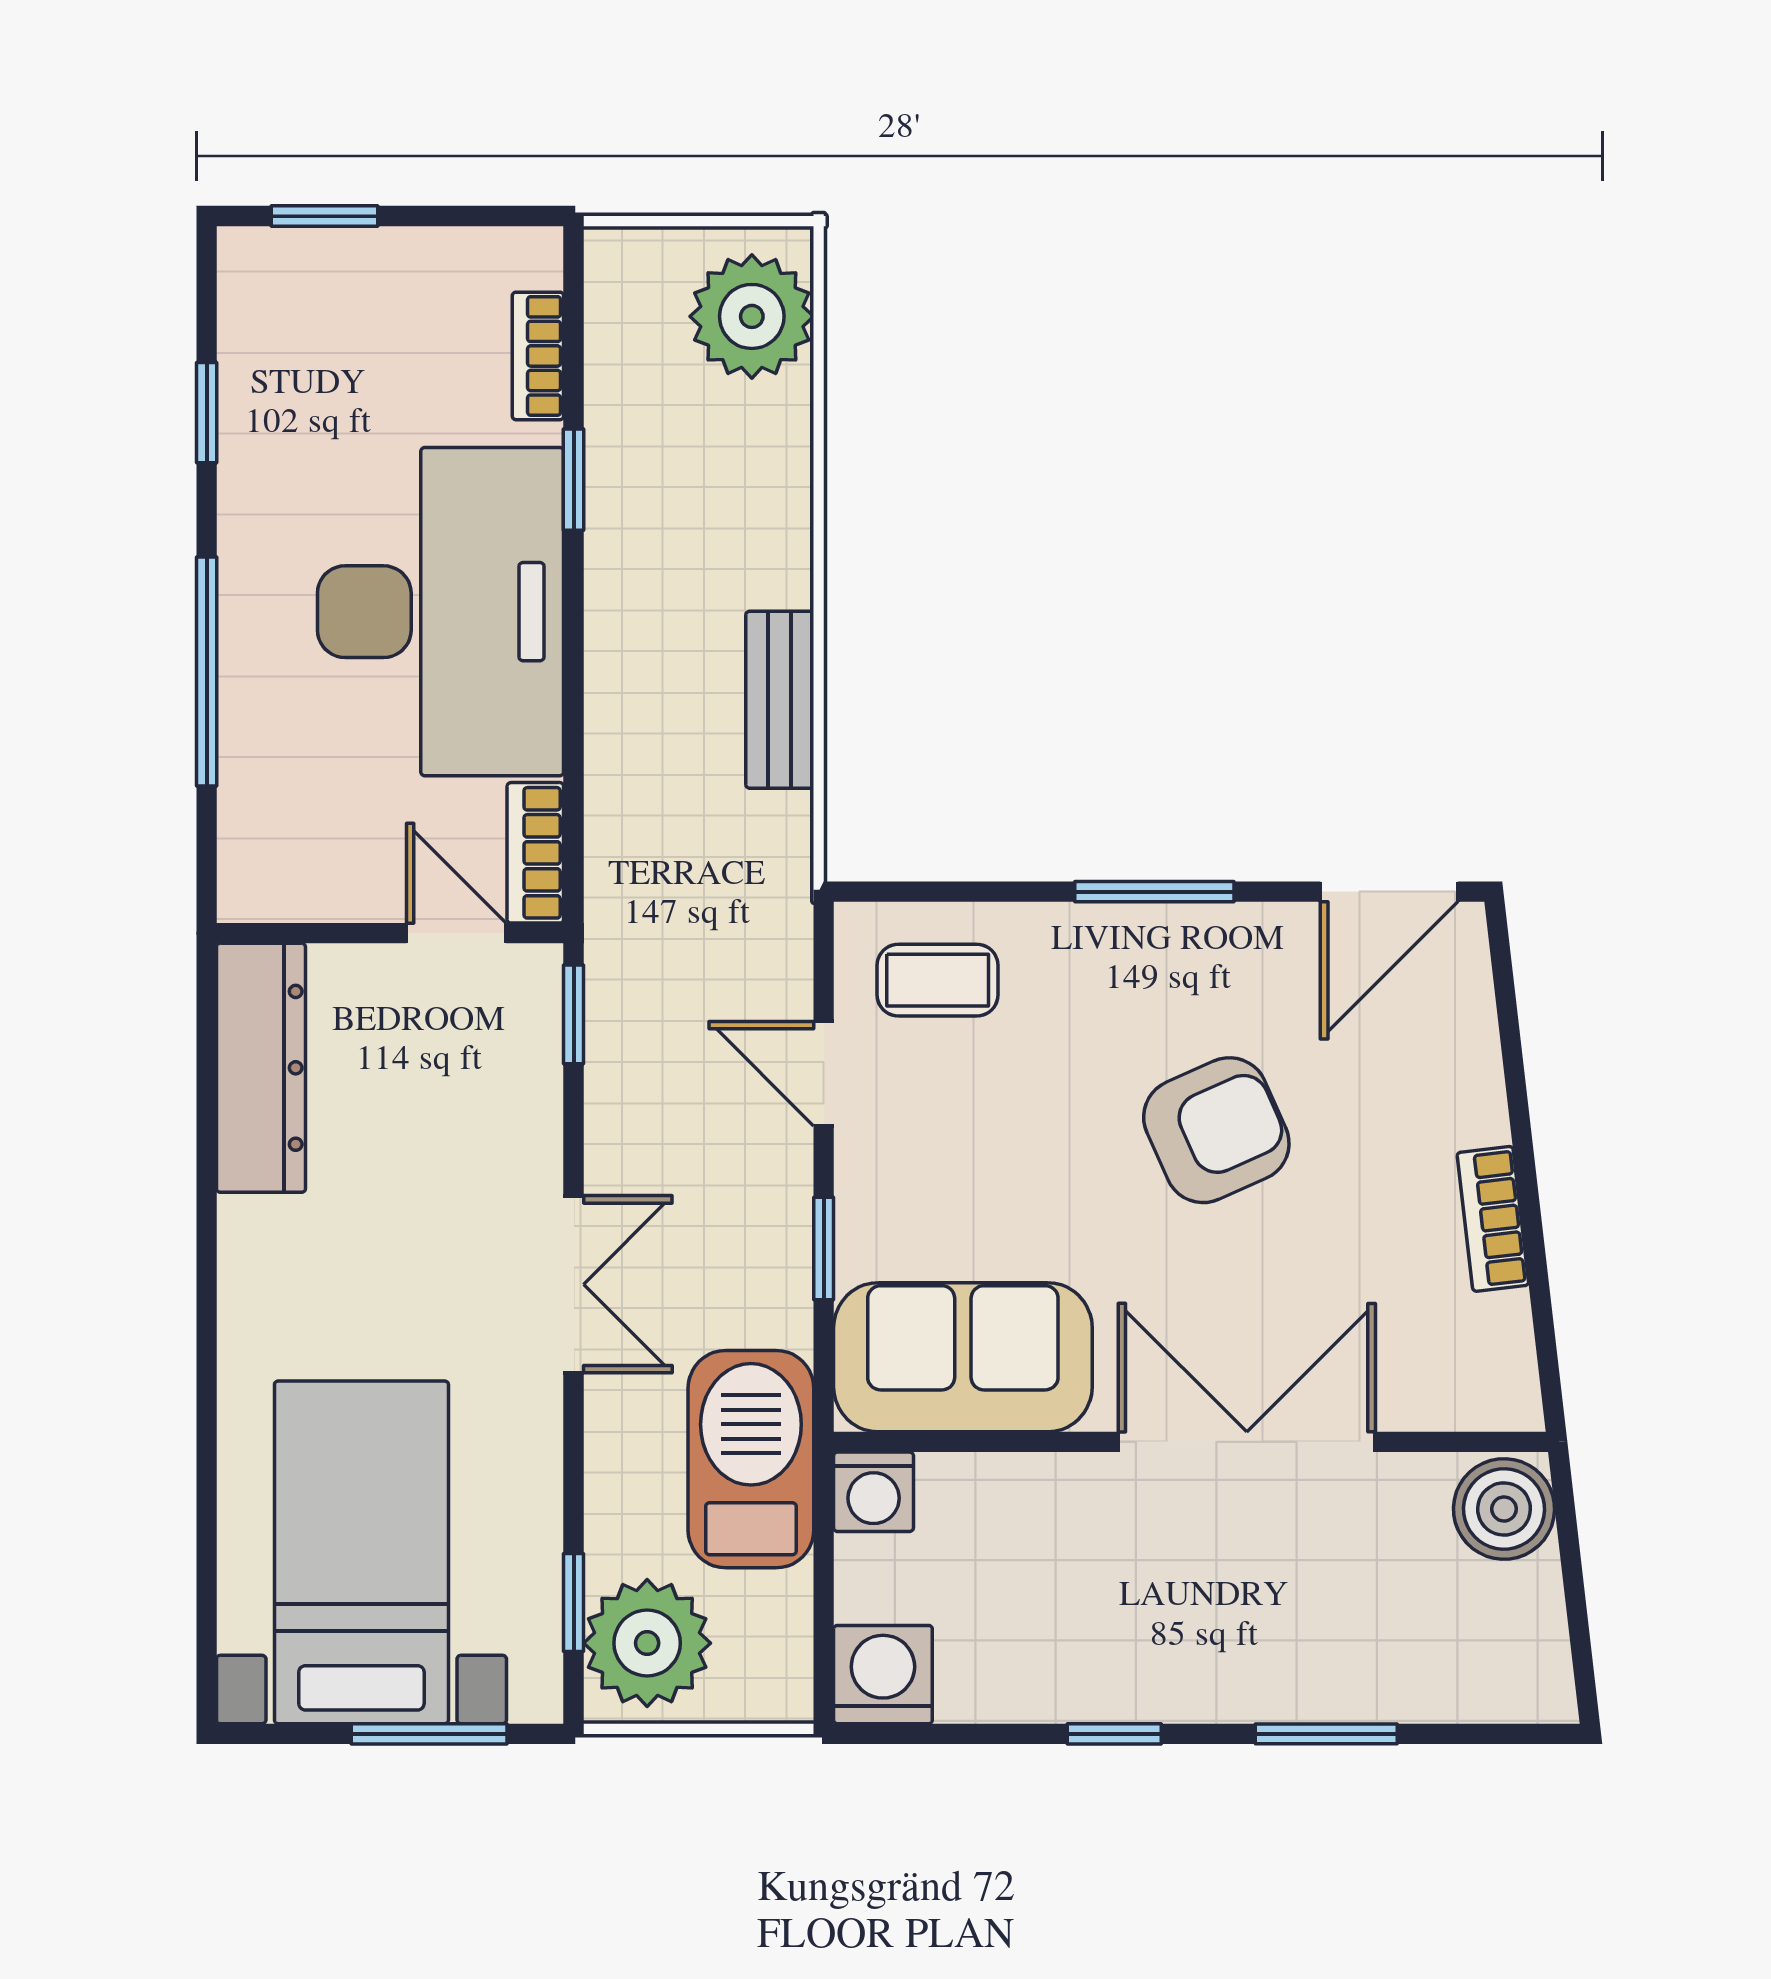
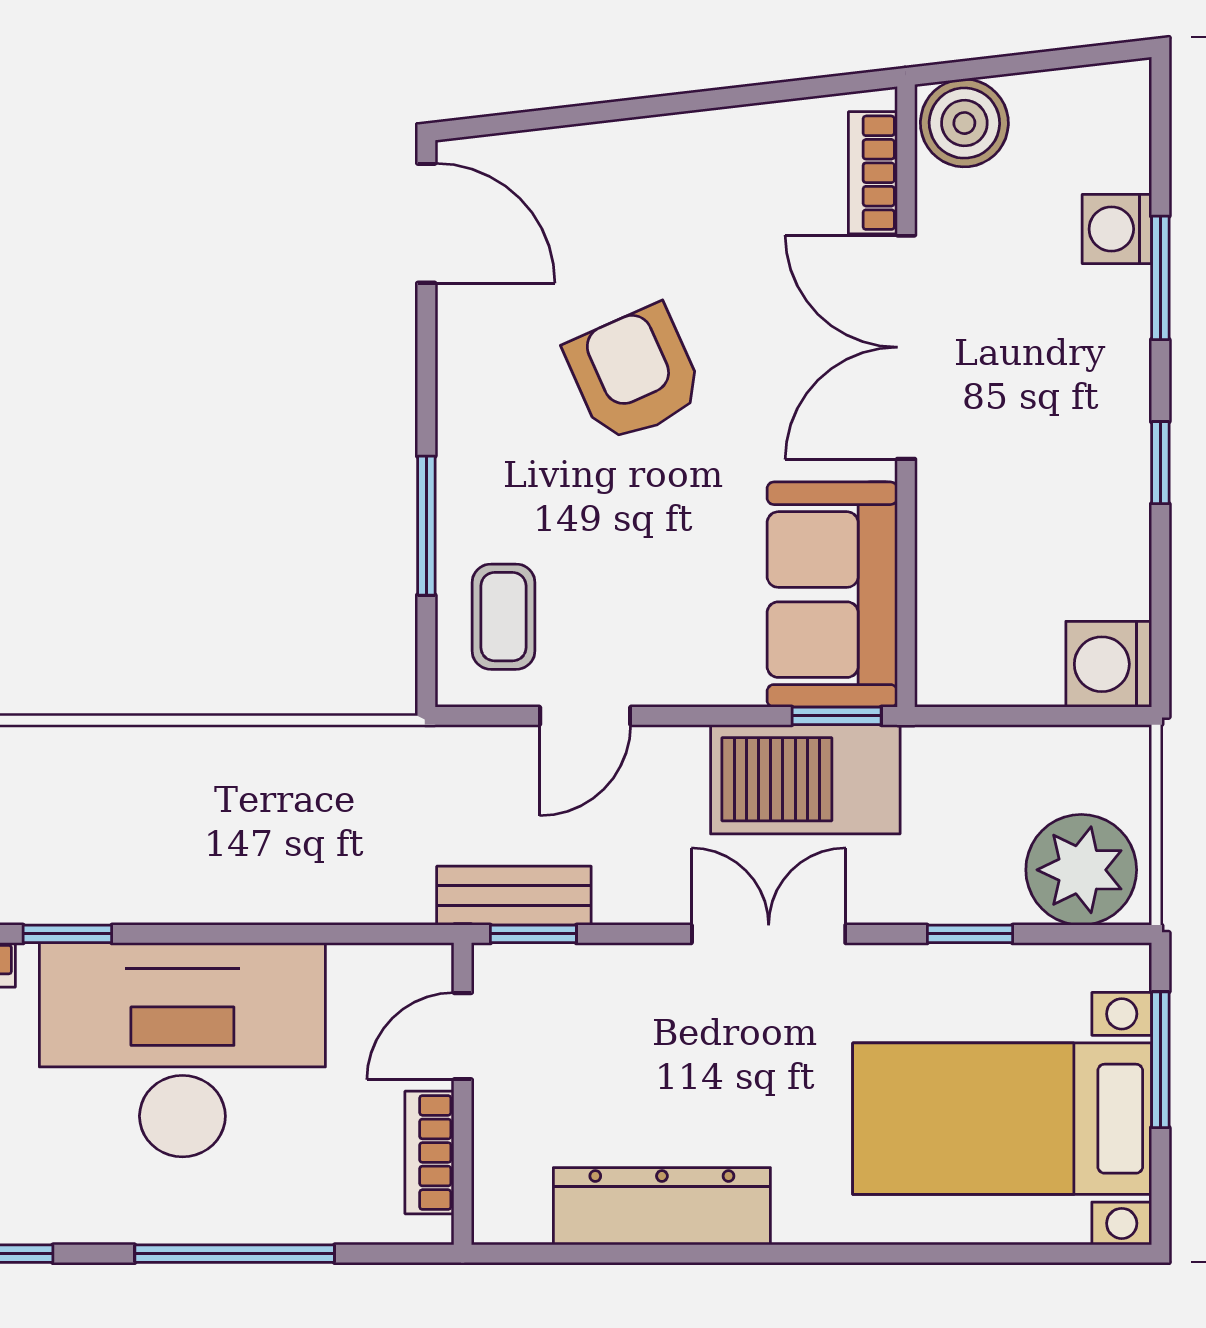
bench: (780, 700) -> (514, 896), moved
bookcase: (535, 853) -> (429, 1152), moved, turned 90
window: (1154, 892) -> (426, 526), moved
dresser: (261, 1068) -> (662, 1206), moved
bookcase: (1493, 1219) -> (873, 173), moved, turned 97
window: (824, 1248) -> (837, 716), moved
barbecue: (751, 1459) -> (805, 779), moved
washing machine: (874, 1492) -> (1117, 229), moved, turned 180
window: (574, 1603) -> (970, 934), moved

